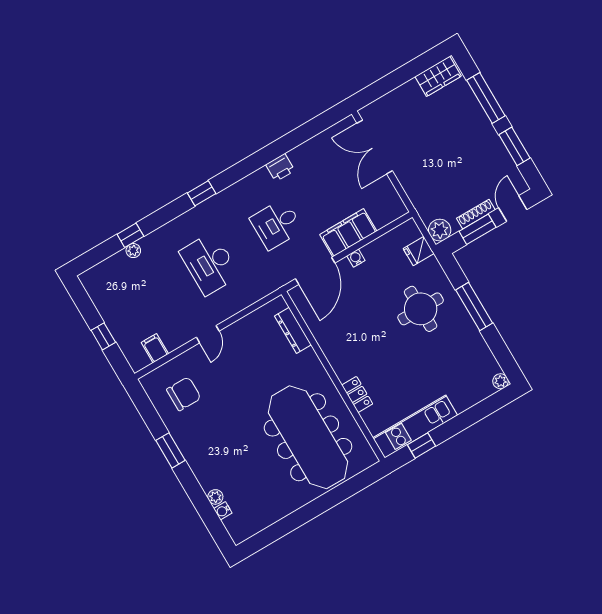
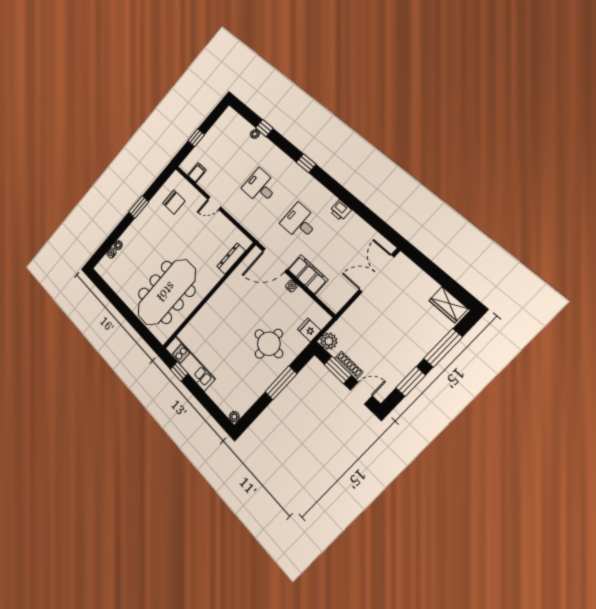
desk: (210, 264) -> (260, 187), width x0.73
locker: (357, 394) -> (201, 317), removed

